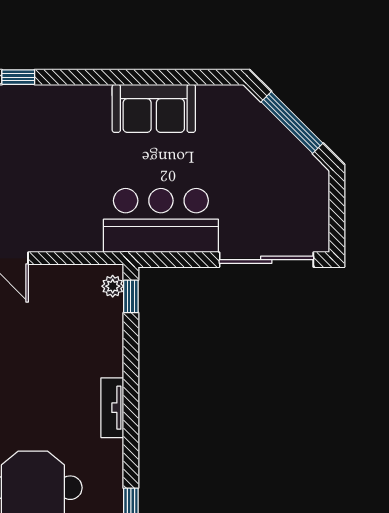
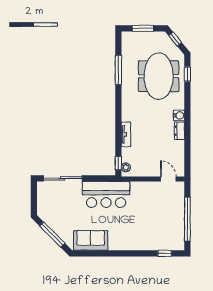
sofa: (154, 108) -> (91, 240), moved
tv unit: (112, 408) -> (126, 134), moved

